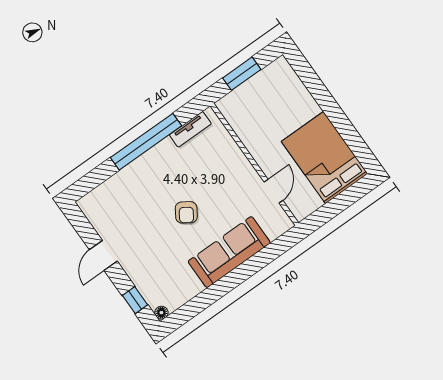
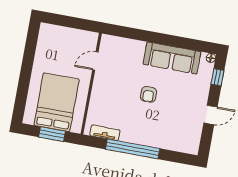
bed: (325, 158) -> (57, 102), moved, turned 180
armchair: (186, 212) -> (148, 94), turned 147
sofa: (229, 252) -> (172, 58), moved

